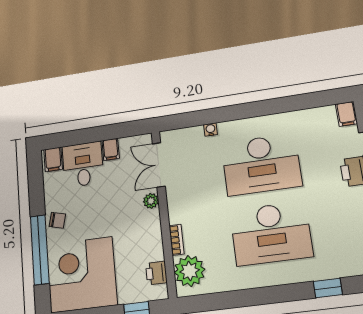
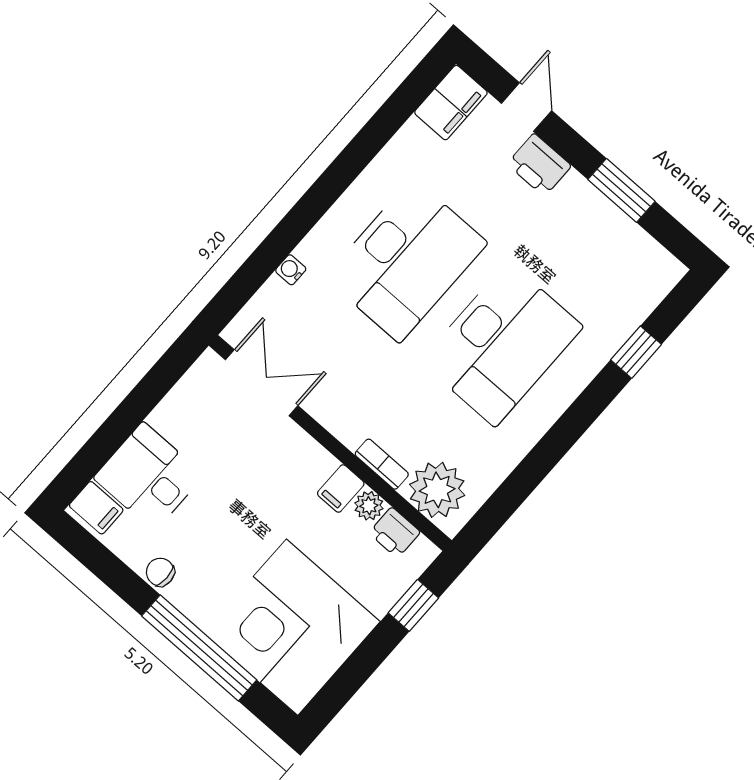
filing cabinet: (346, 114) -> (451, 103), width x2.00
filing cabinet: (111, 149) -> (341, 488), moved, turned 90
double door: (159, 165) -> (262, 383), swing flipped
plant: (151, 201) -> (369, 506), moved
chair: (57, 220) -> (160, 572), moved, turned -104

